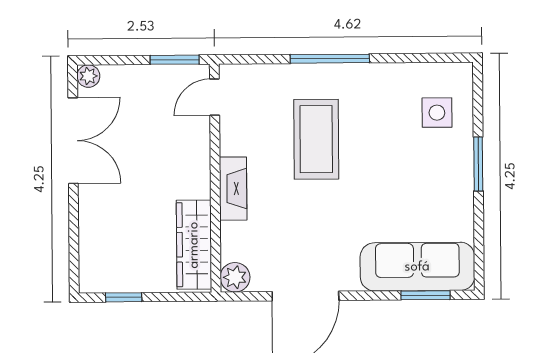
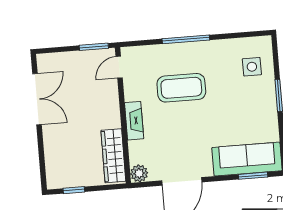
plant: (88, 76) -> (43, 60), removed
coffee table: (316, 139) -> (181, 88), turned 90

